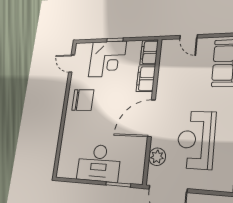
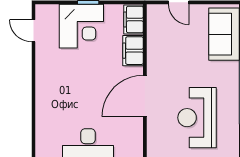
chair: (83, 100) -> (56, 76), removed
plant: (157, 157) -> (156, 138), removed

